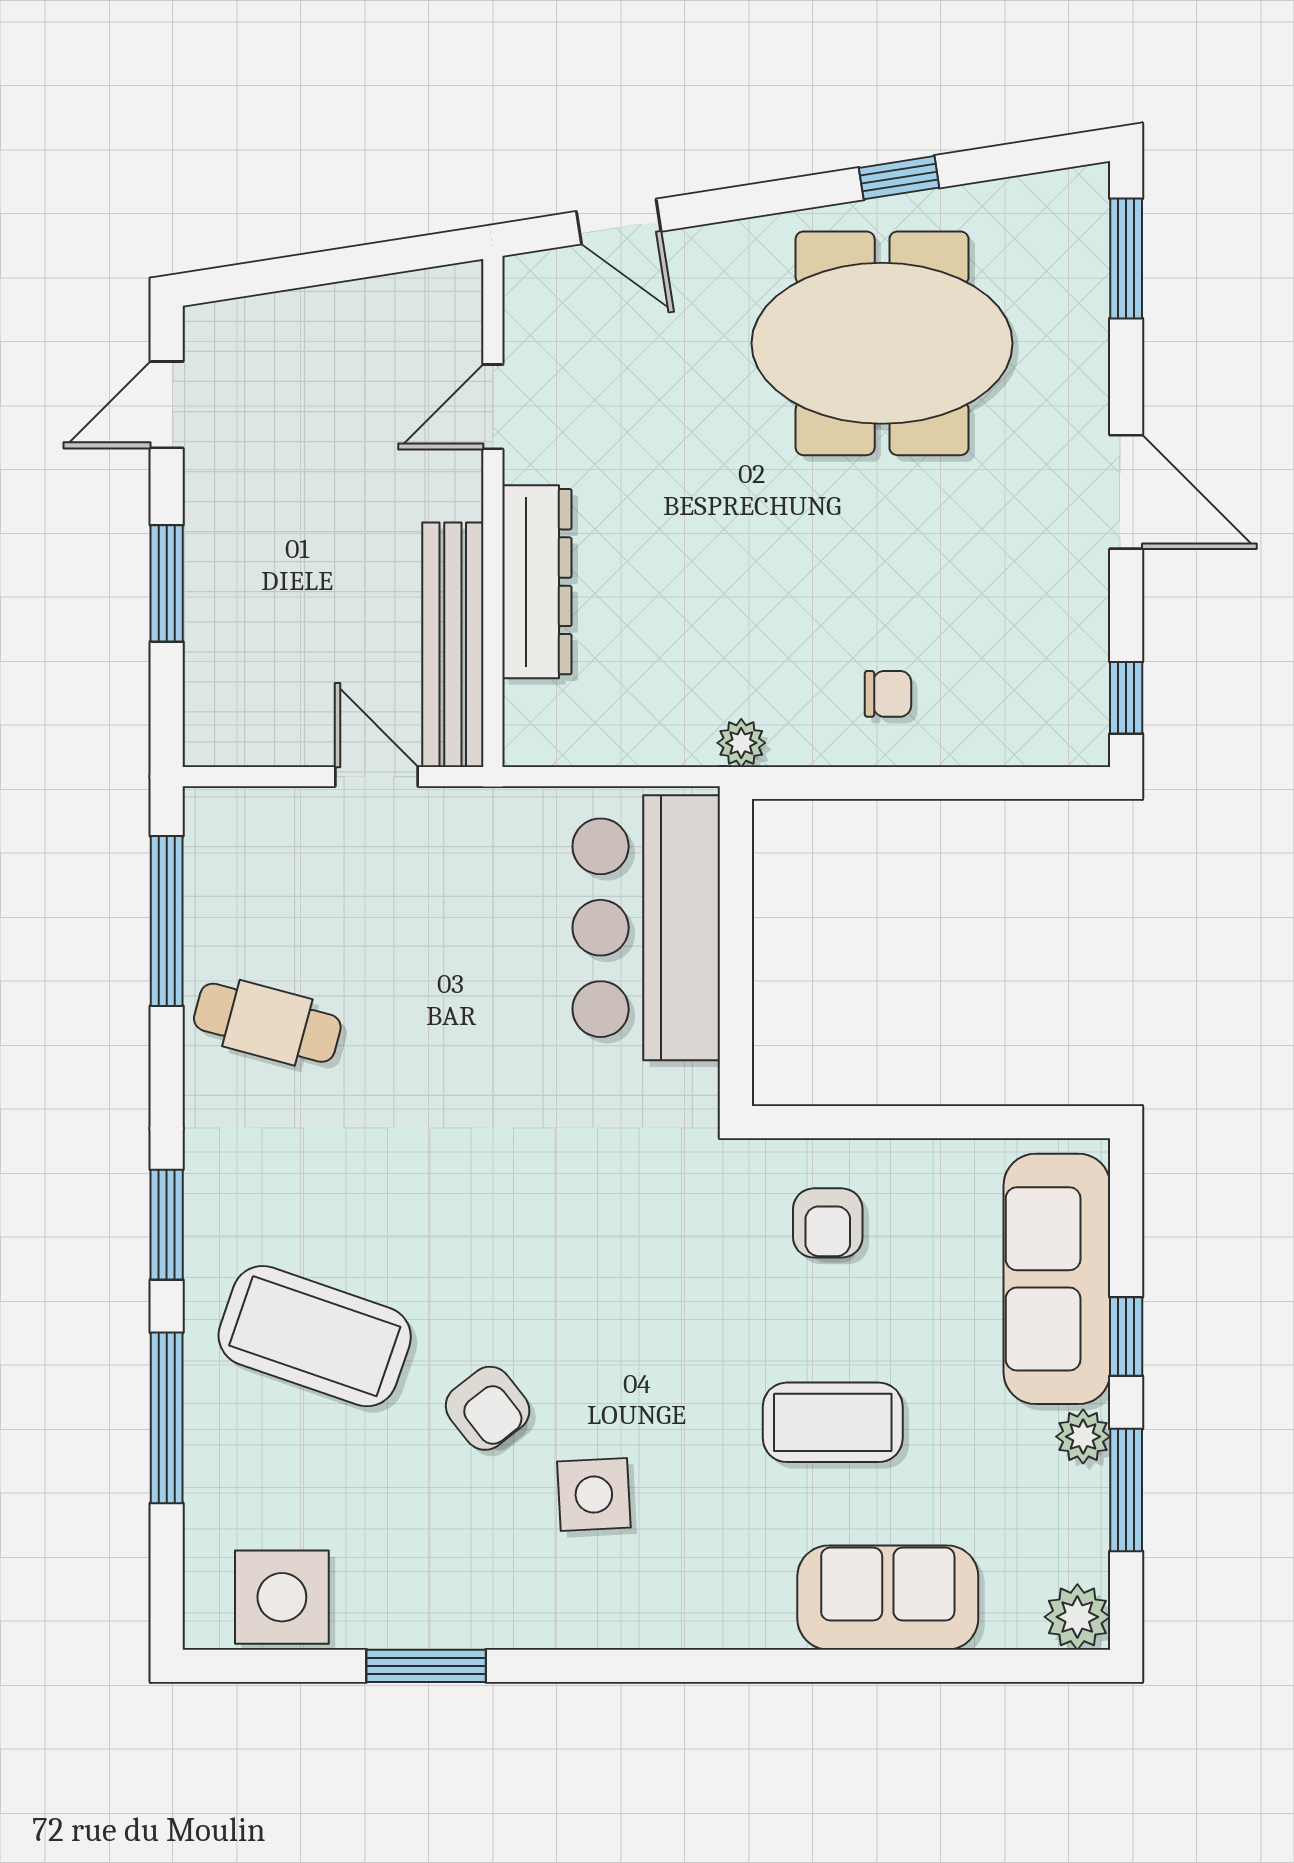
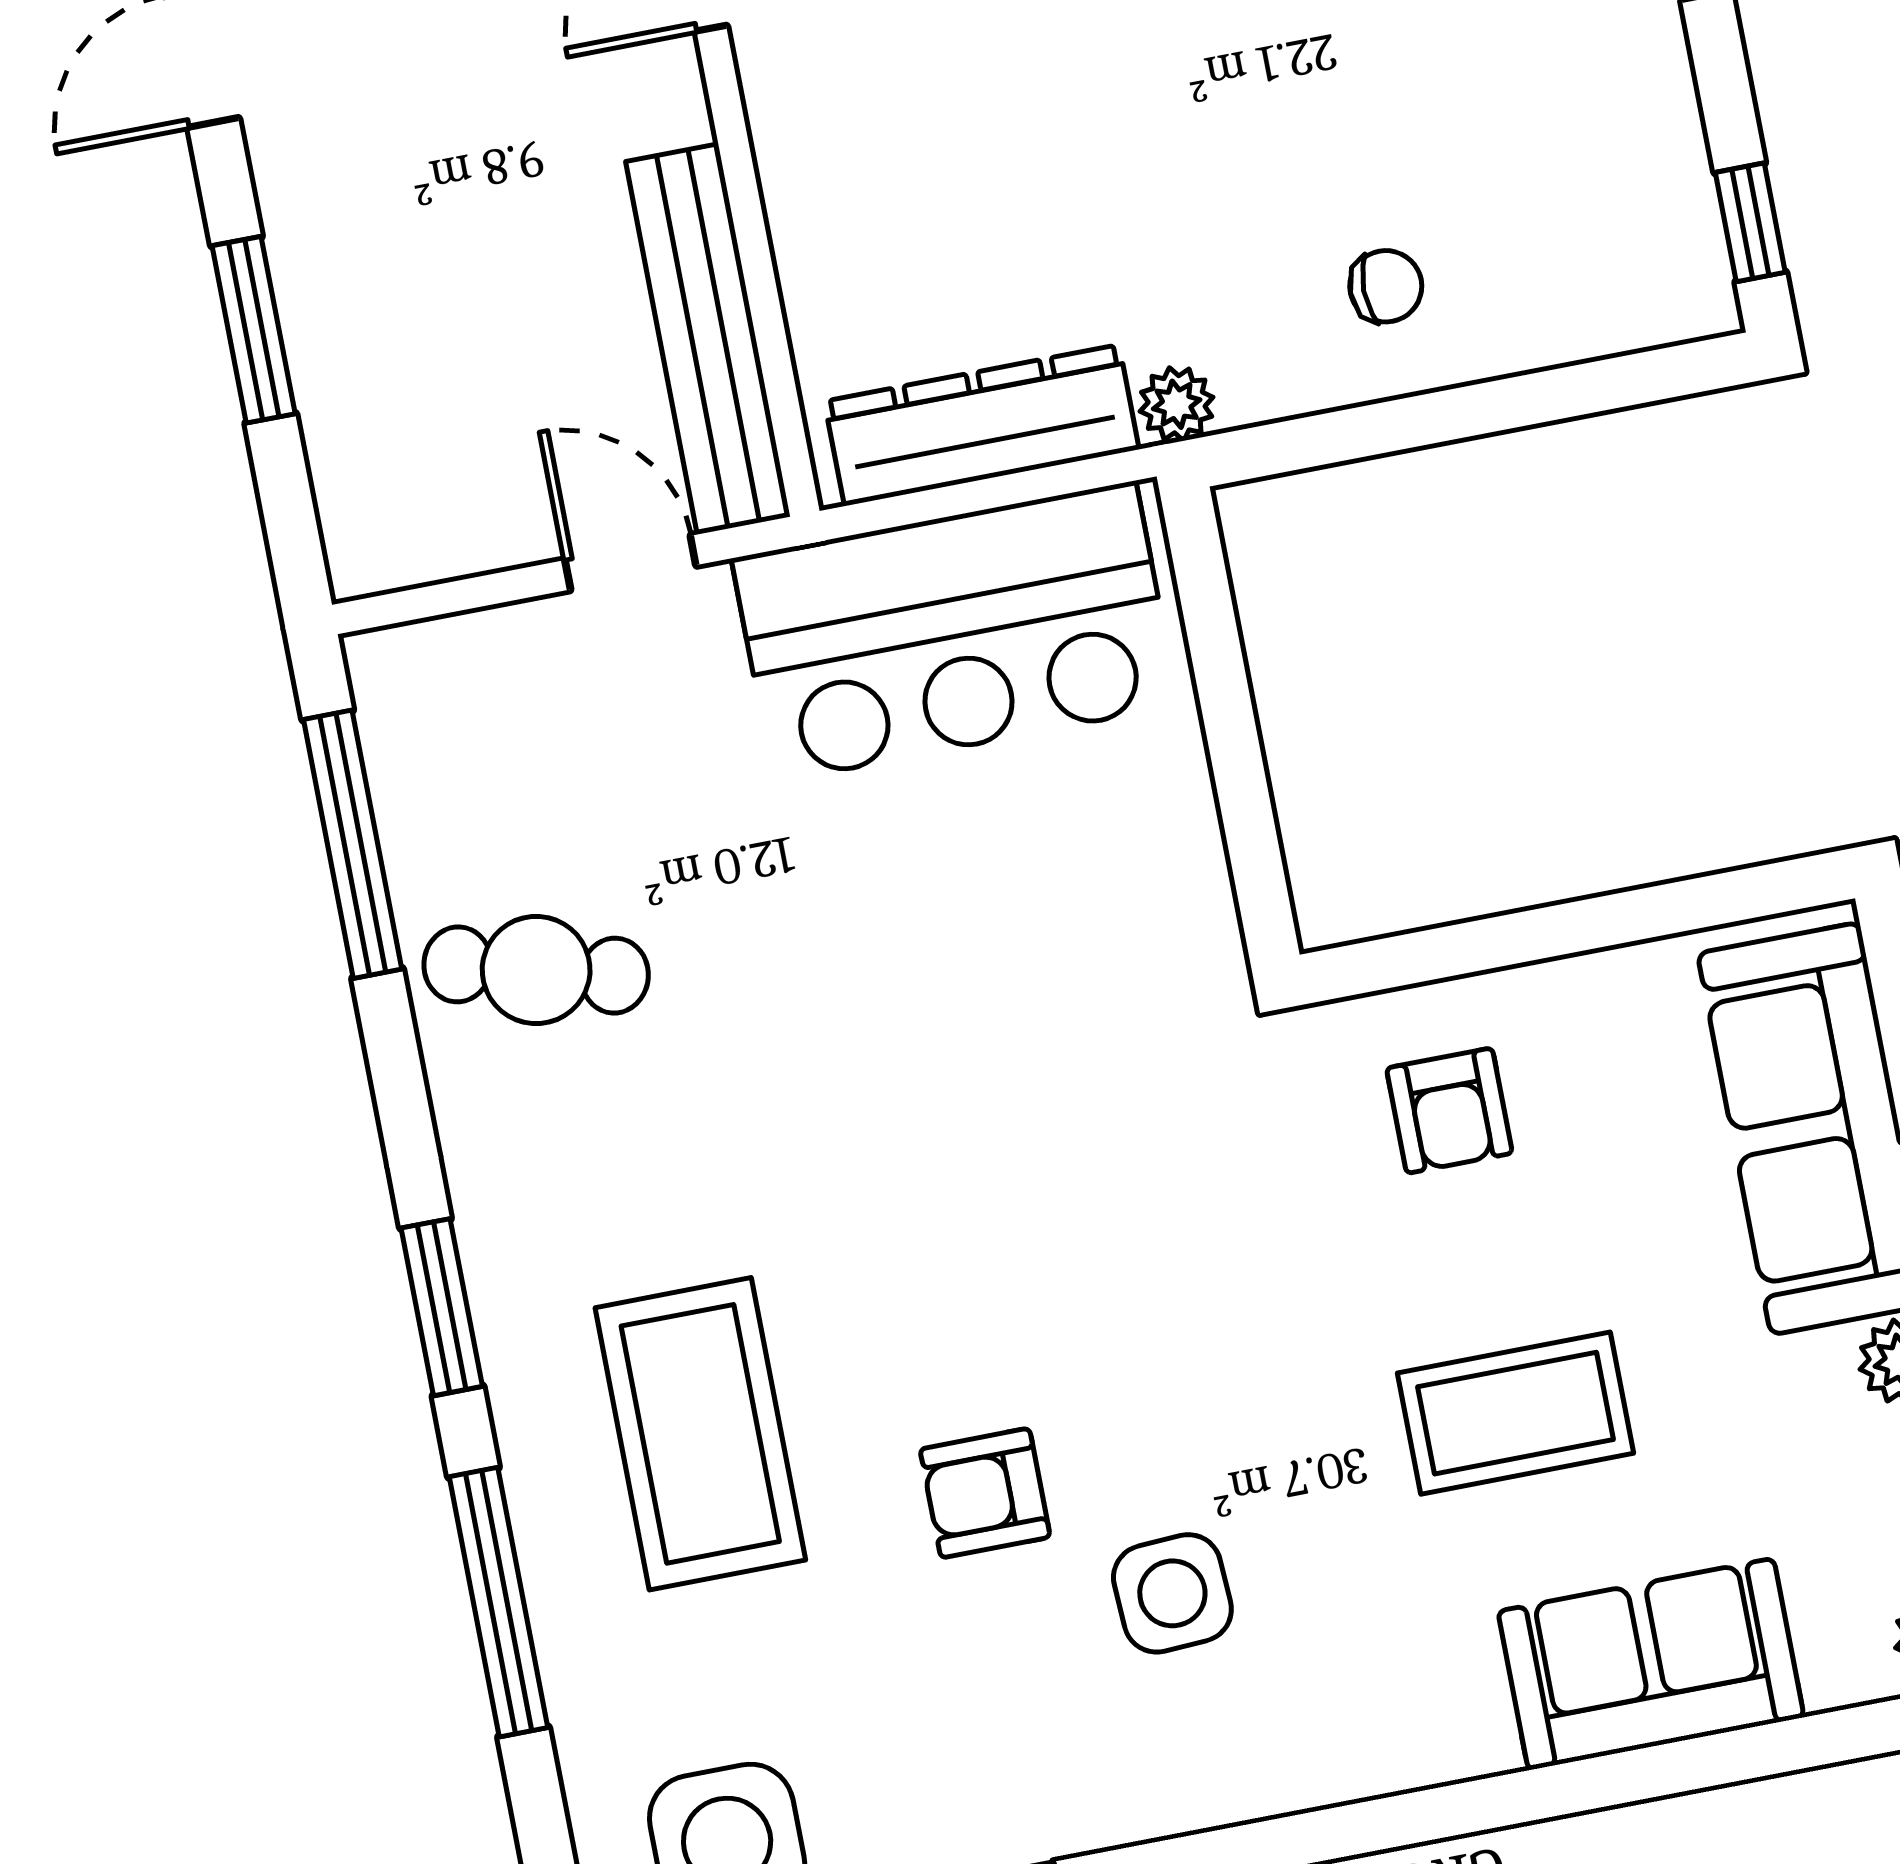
dresser: (537, 582) -> (982, 425), moved, turned -90
bar counter: (646, 928) -> (955, 632), moved, turned -90
coffee table: (315, 1336) -> (700, 1434), turned 71
armchair: (488, 1408) -> (985, 1493), turned 128

